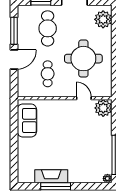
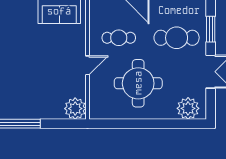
door: (84, 98) -> (88, 65), moved

